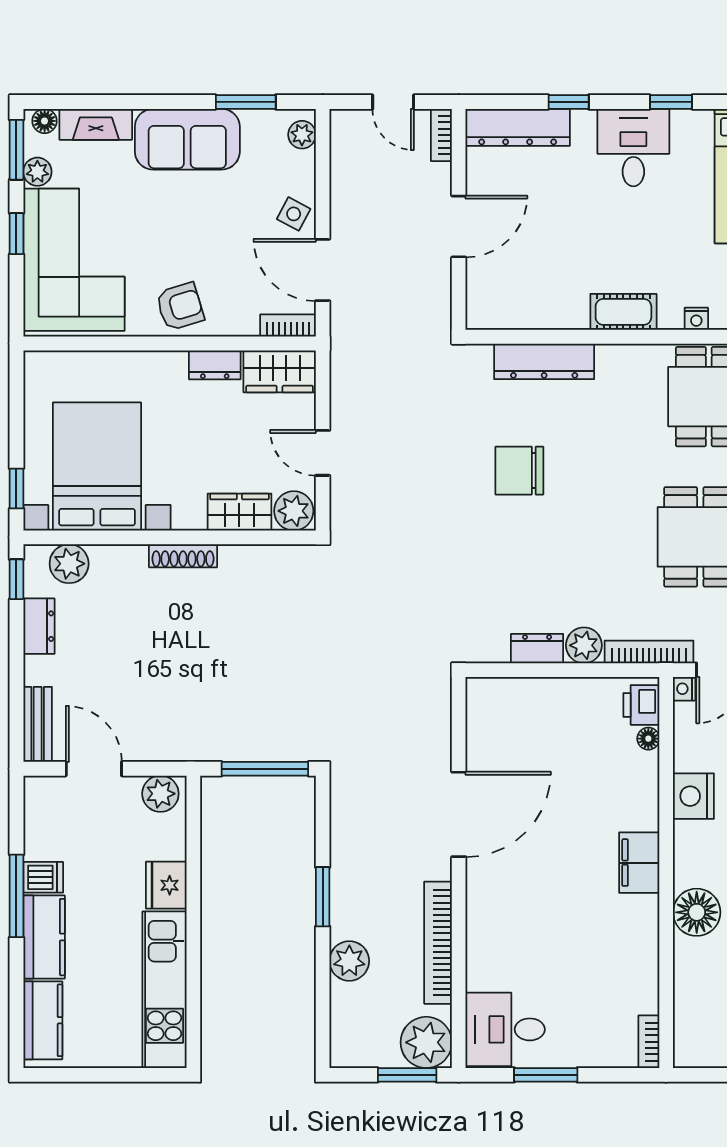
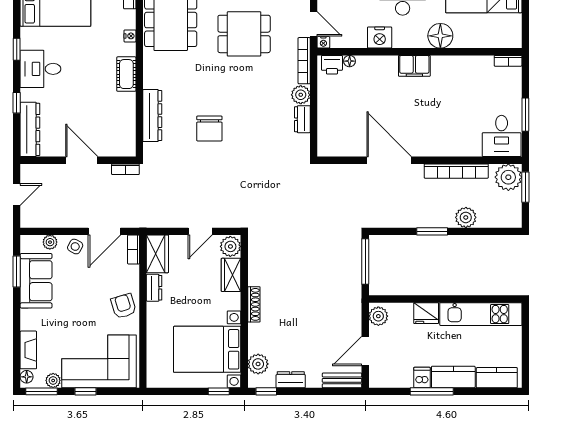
plant: (302, 135) -> (50, 242), moved
bookcase: (441, 135) -> (125, 169), moved
sofa: (187, 139) -> (36, 281), moved

